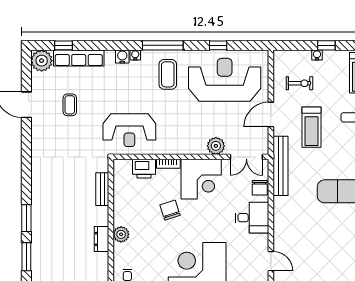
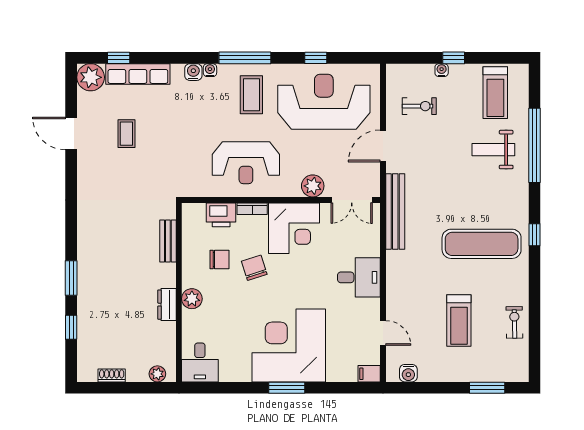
treadmill: (312, 127) -> (459, 321), moved
reception desk: (129, 130) -> (246, 163), moved
chair: (260, 188) -> (220, 259), moved, turned -90
window: (26, 257) -> (71, 327), width x0.67

